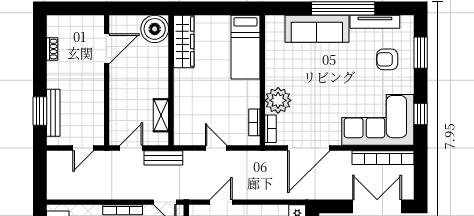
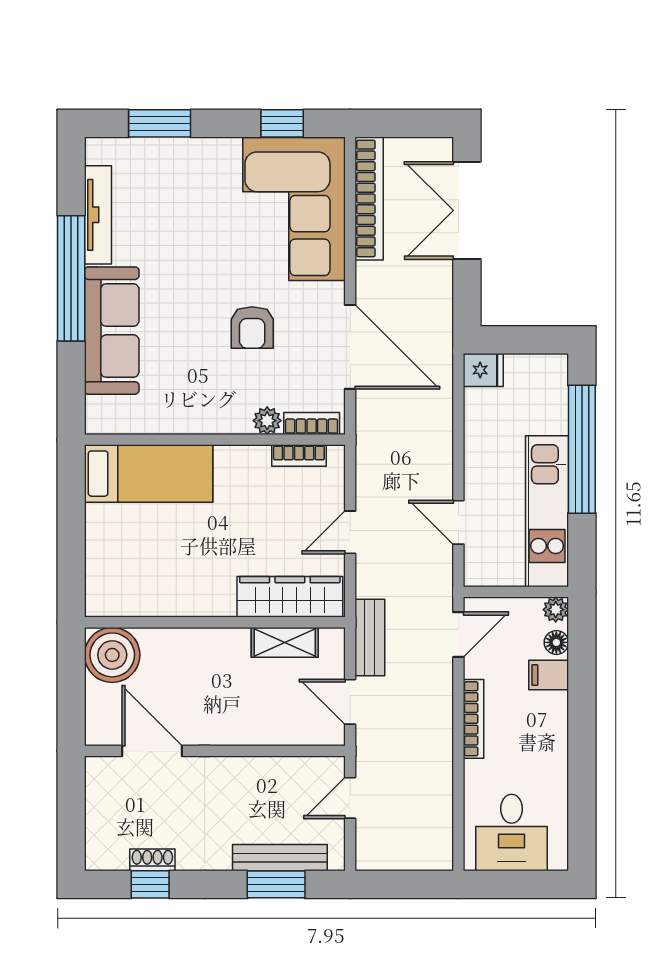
wardrobe: (184, 42) -> (290, 597), moved
window: (40, 48) -> (150, 884), added
armchair: (387, 59) -> (252, 327), moved
plant: (278, 100) -> (267, 421), width x0.53, depth x0.53
door: (83, 148) -> (350, 798), swing flipped

